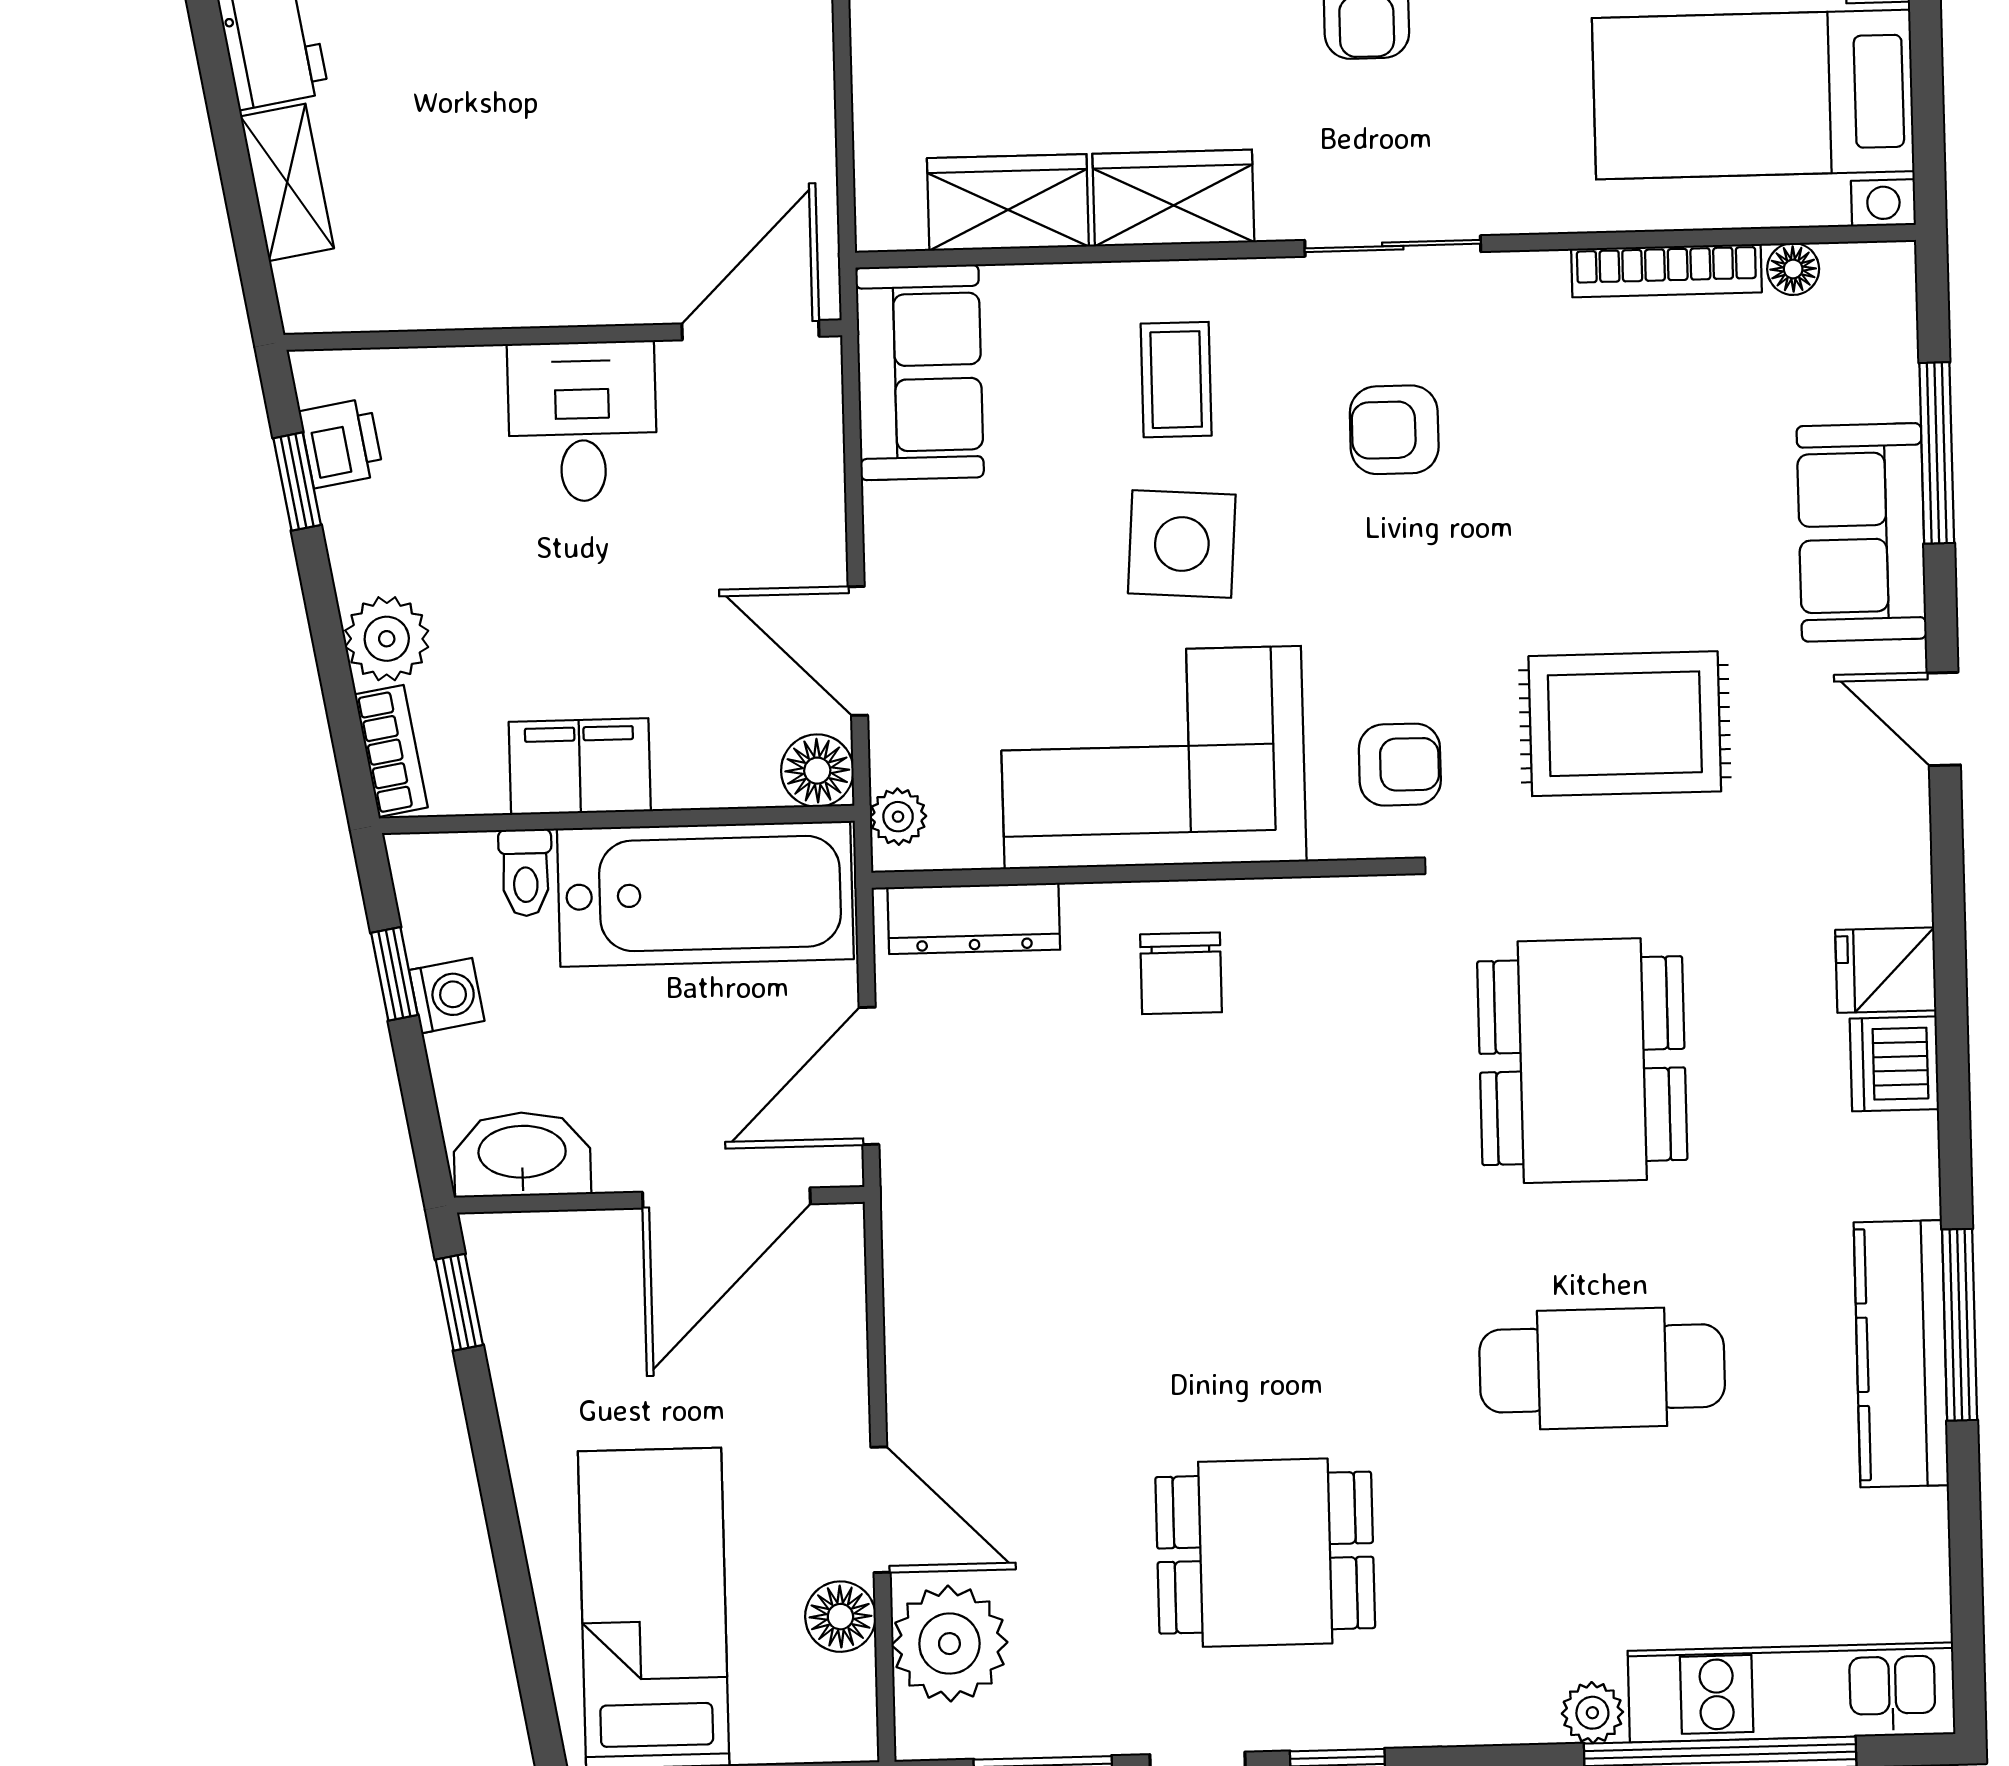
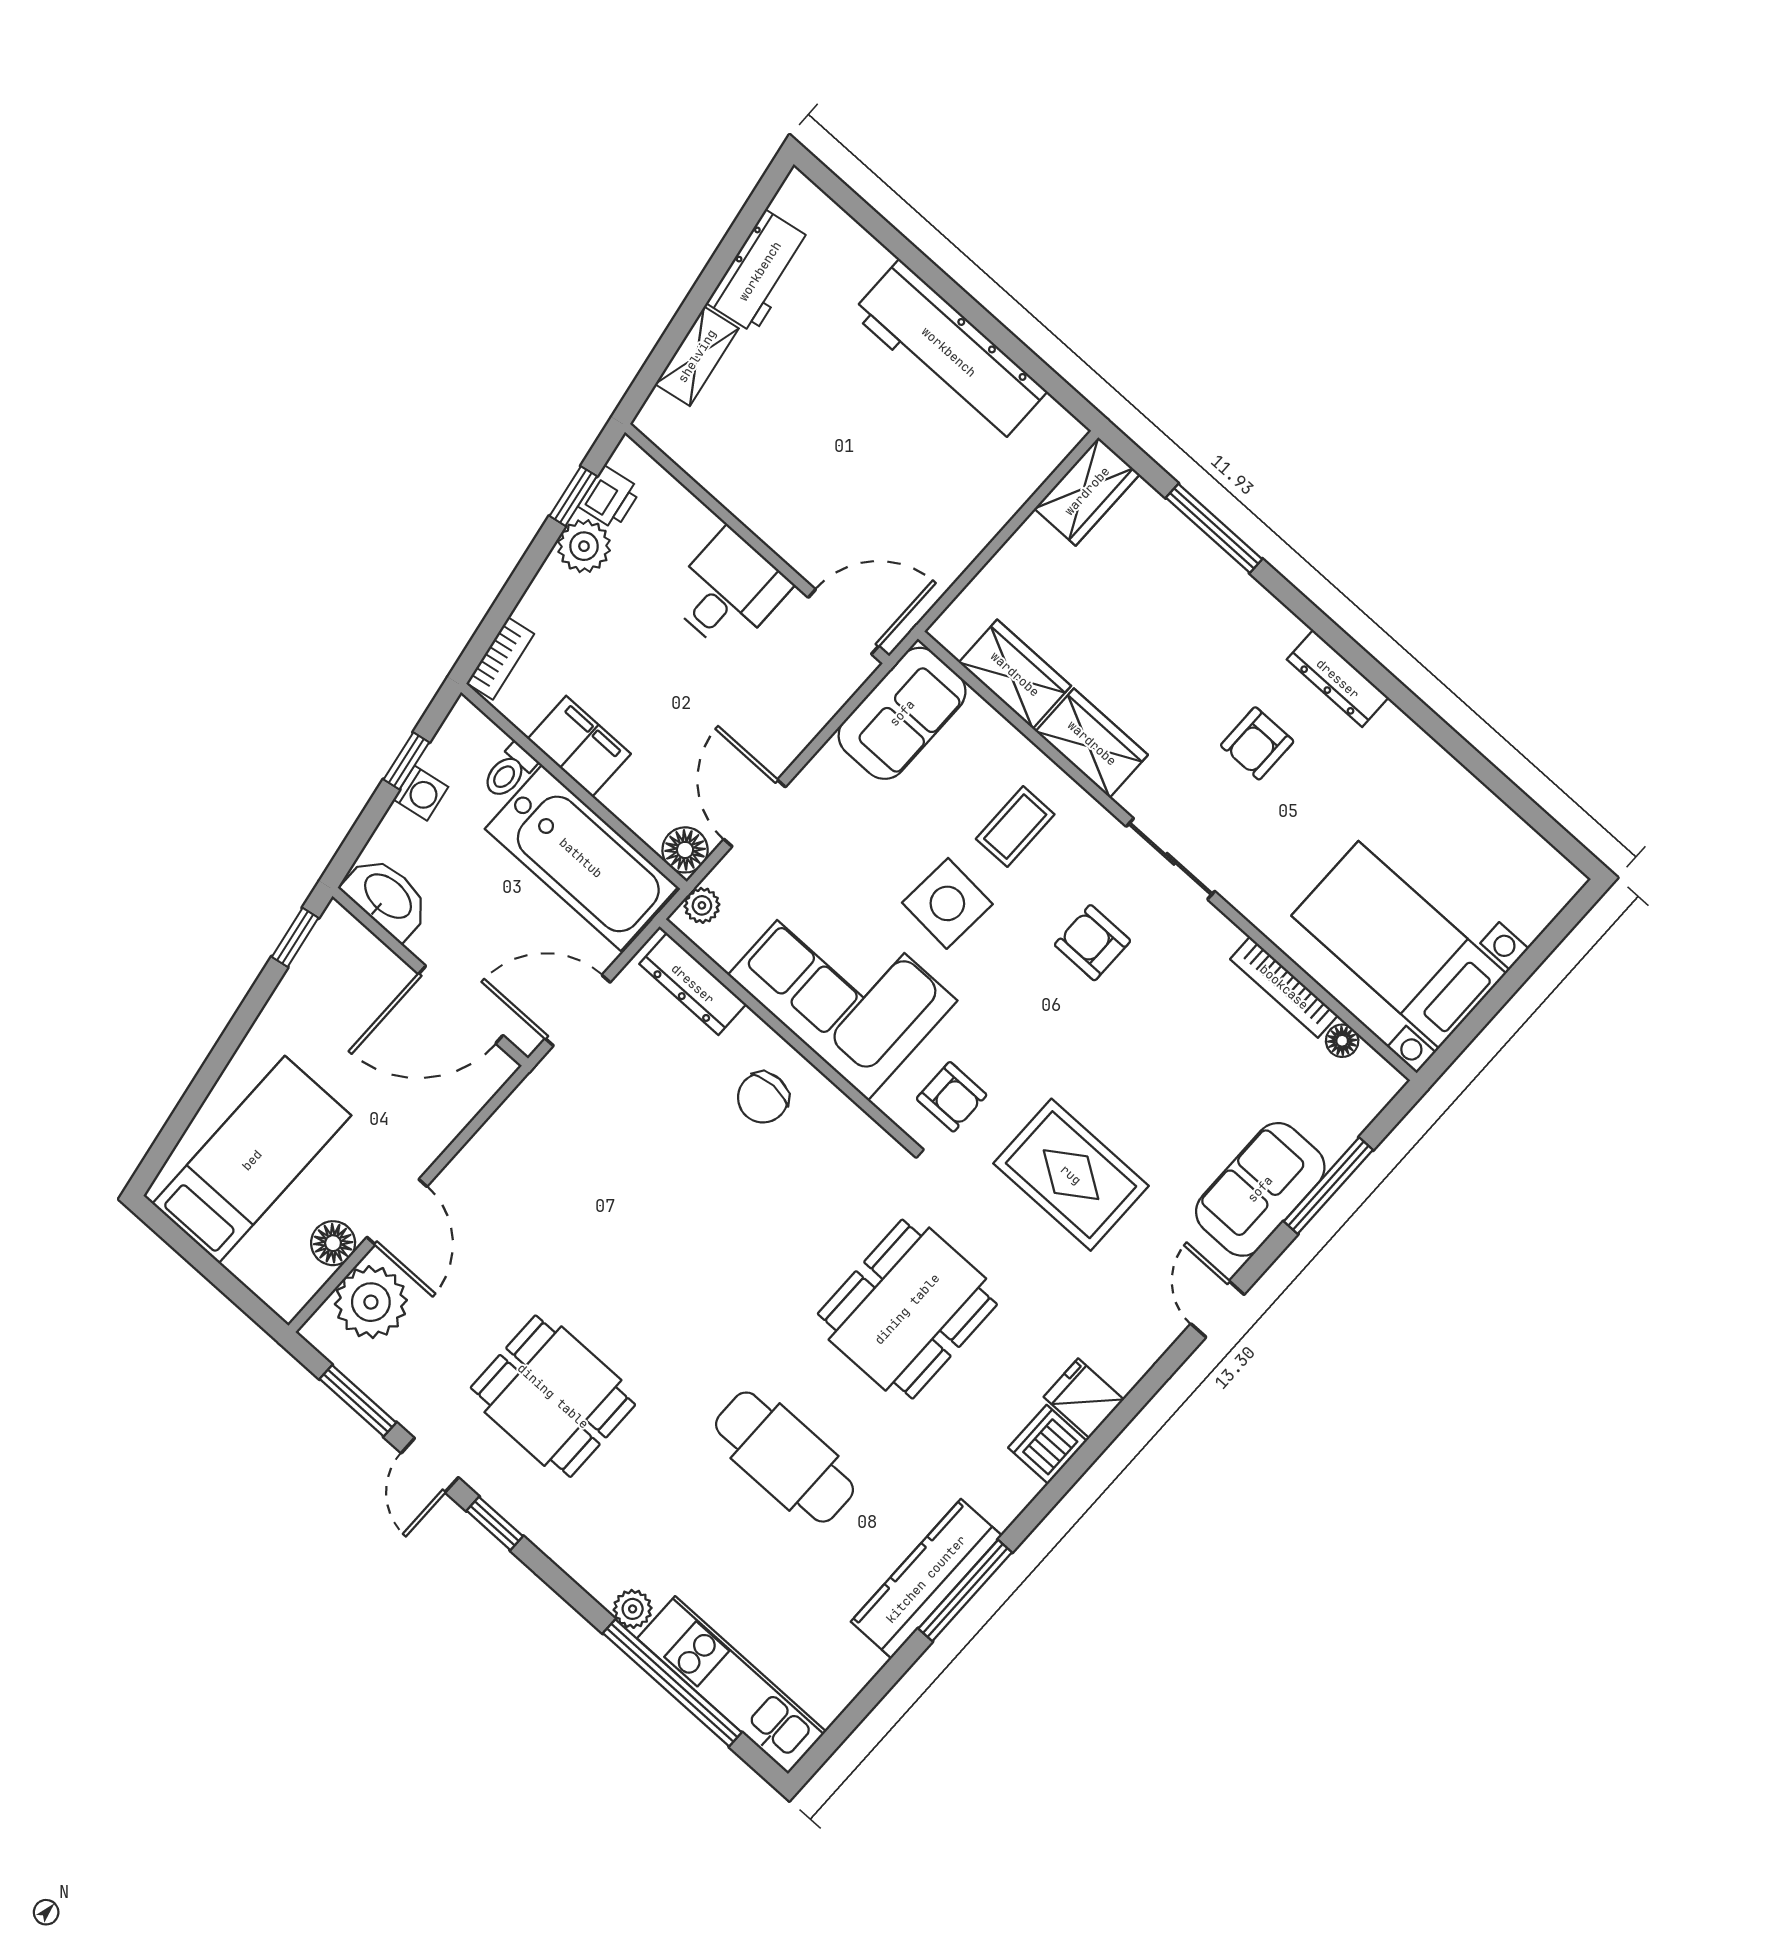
plant: (387, 639) -> (584, 546), moved

